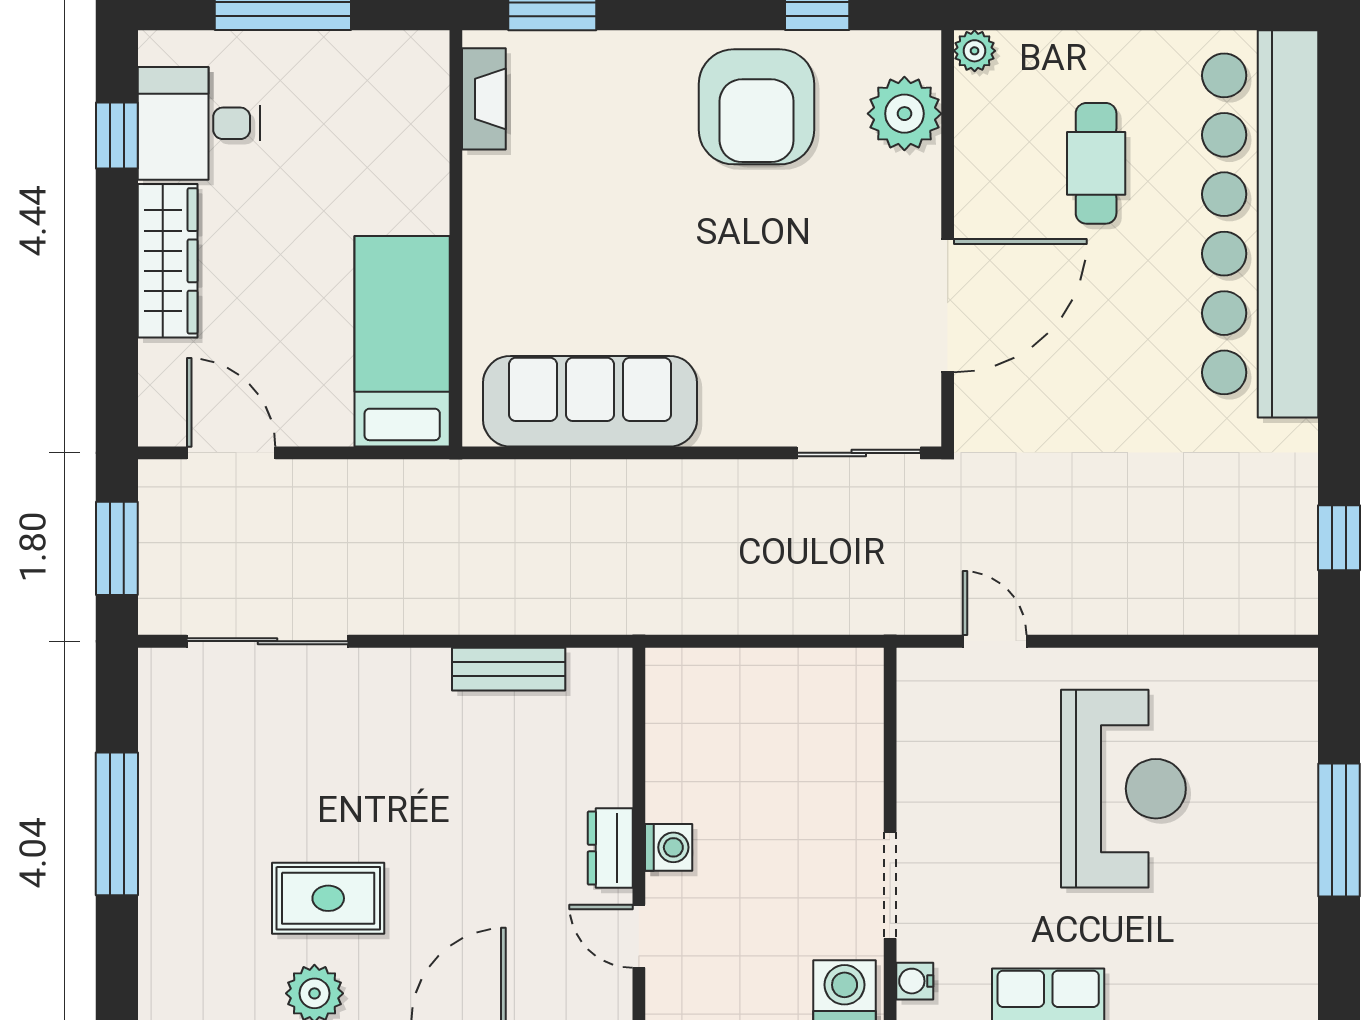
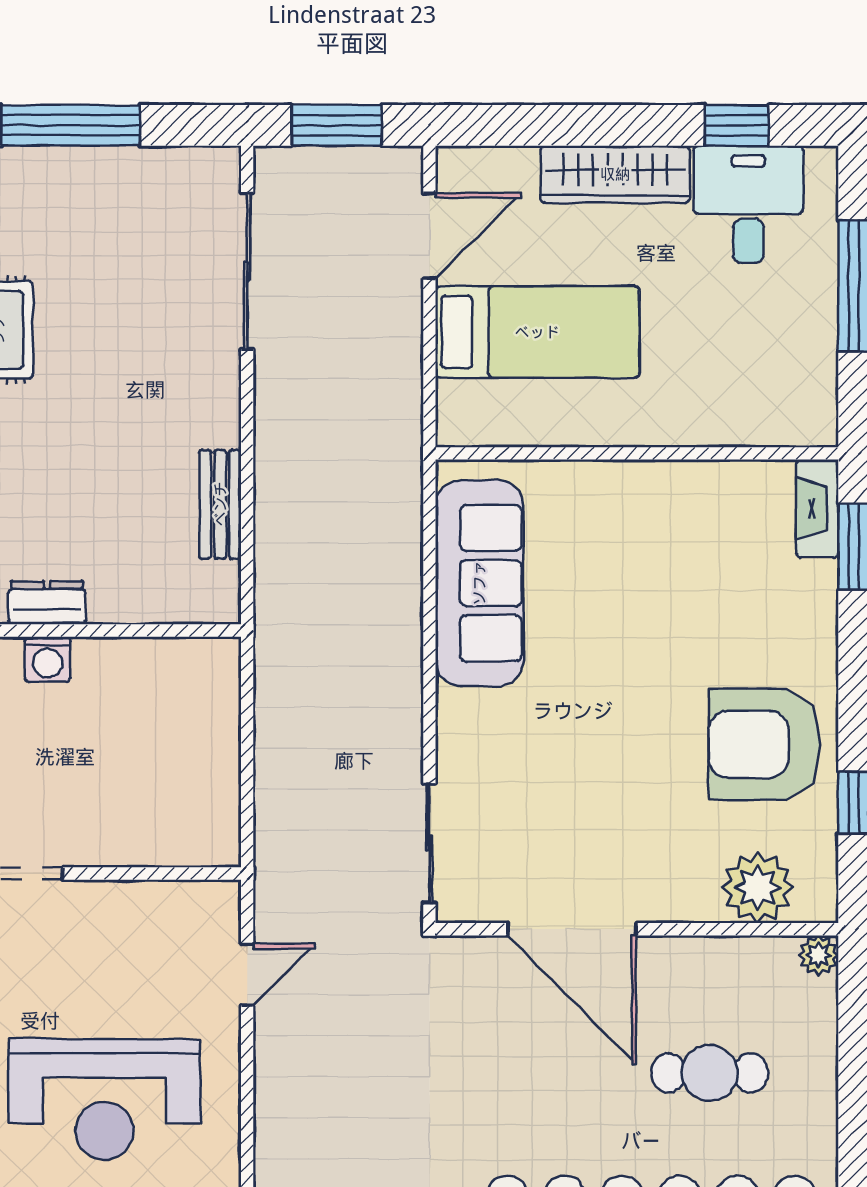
fireplace: (484, 99) -> (817, 509), moved, turned 90
bed: (402, 341) -> (537, 332), moved

